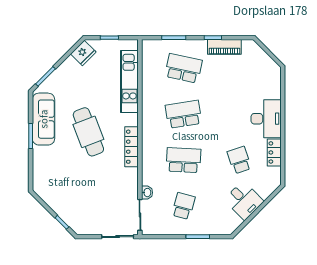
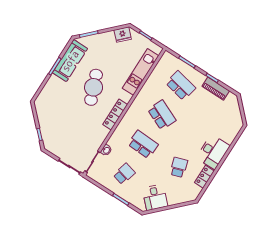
school desk: (183, 114) -> (162, 115), turned 33
desk: (244, 200) -> (155, 197), moved

